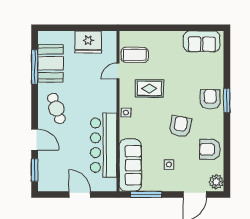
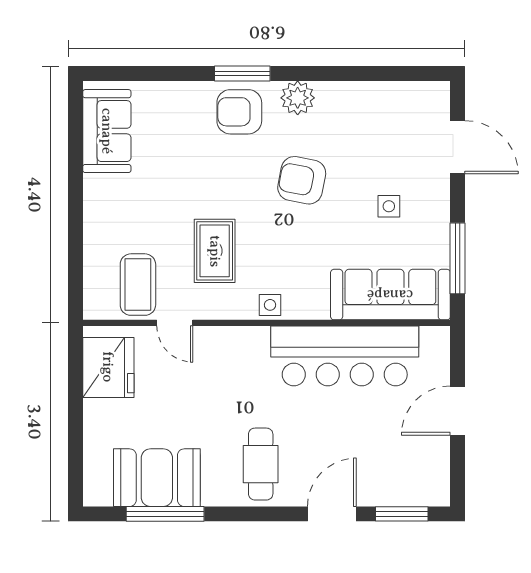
fridge: (88, 42) -> (108, 367), moved
cafe table: (56, 109) -> (261, 464), turned -71
armchair: (210, 149) -> (354, 112), removed
plant: (216, 182) -> (298, 98), moved

